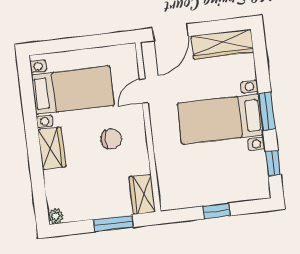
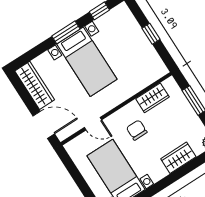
wardrobe: (52, 148) -> (178, 158), moved
wardrobe: (142, 194) -> (152, 98), moved

